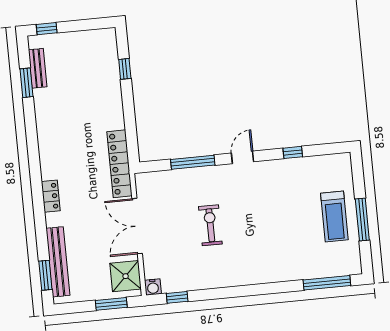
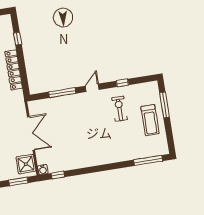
locker: (120, 164) -> (14, 70), moved
window: (362, 219) -> (164, 105), moved
exercise bike: (210, 225) -> (119, 109), moved
double door: (137, 226) -> (31, 133), swing flipped

